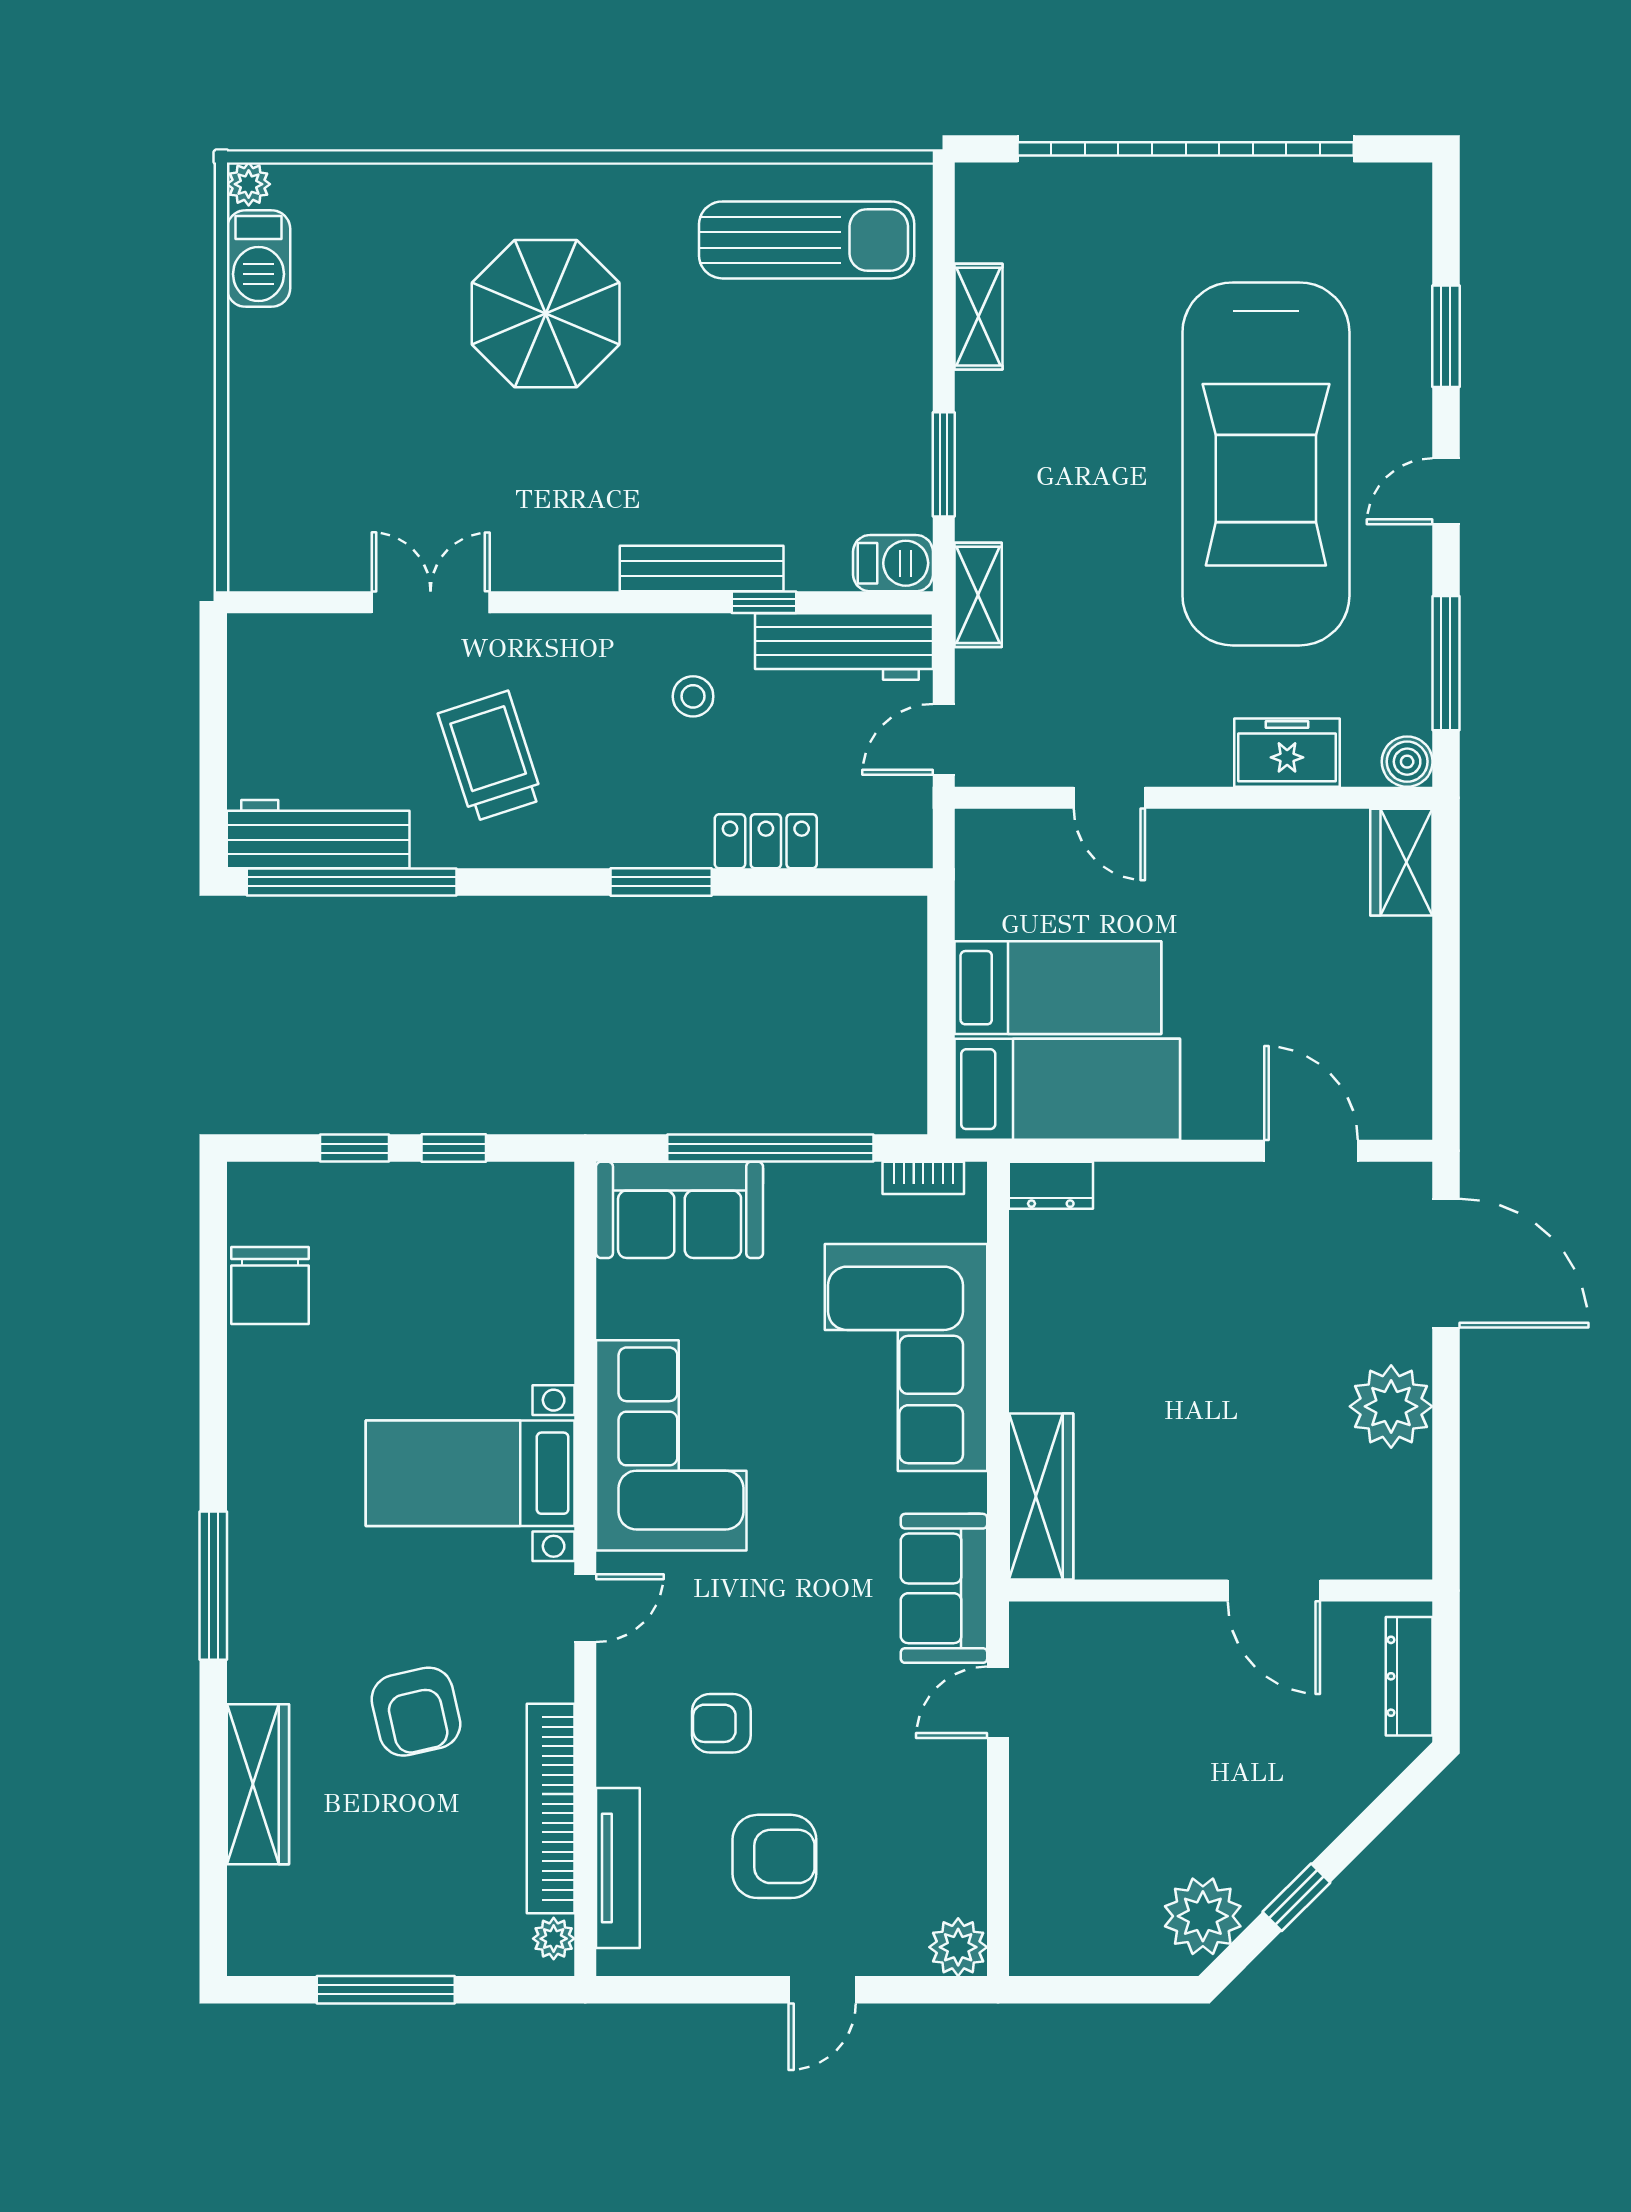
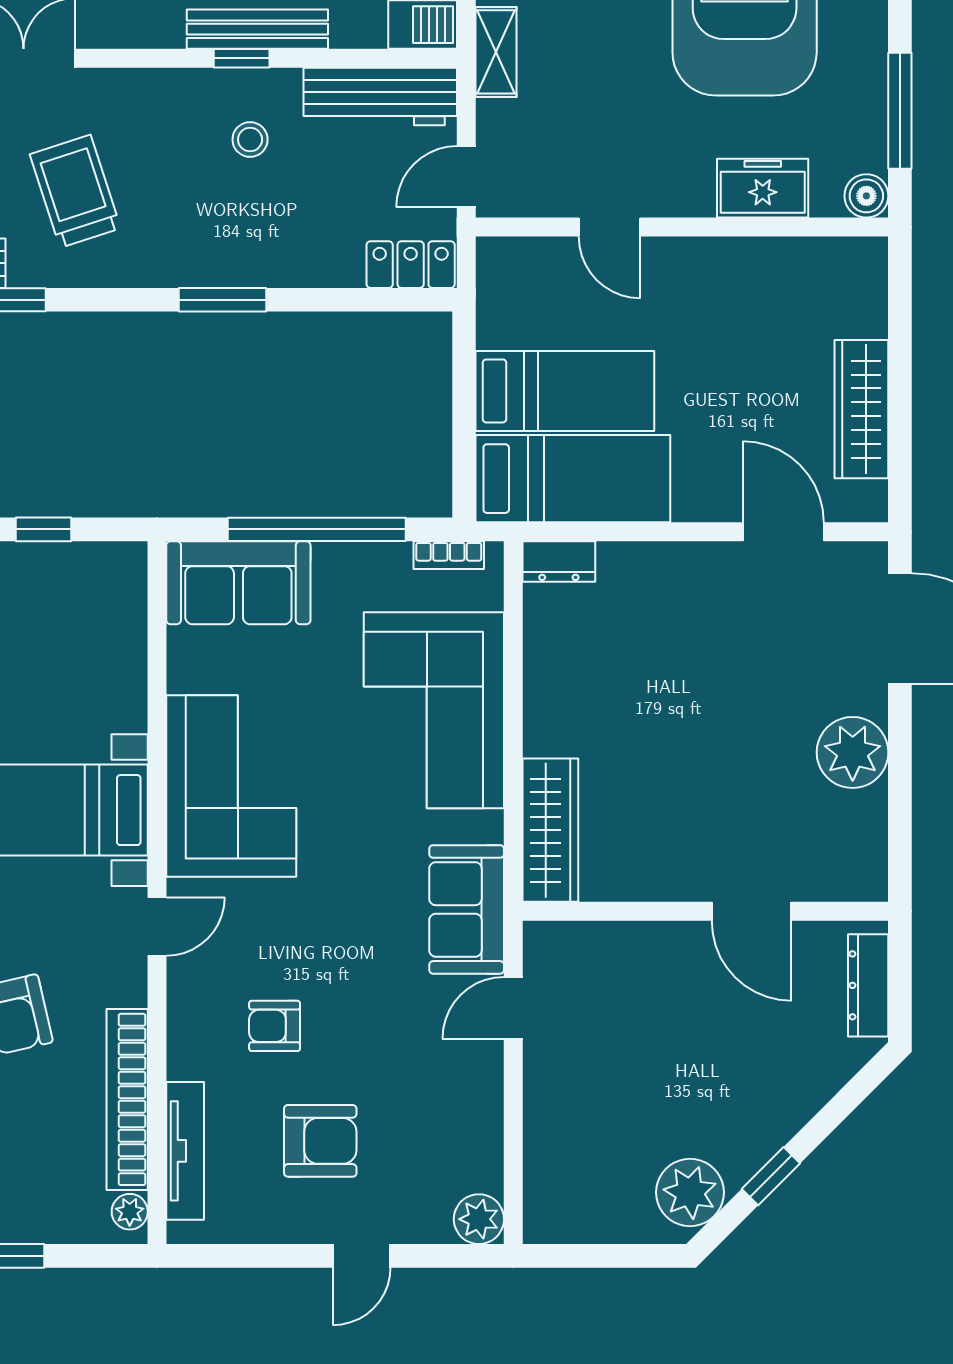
window: (764, 602) -> (242, 58), moved
locker: (766, 841) -> (411, 265), moved
wardrobe: (1401, 862) -> (861, 409), moved, width x1.50

